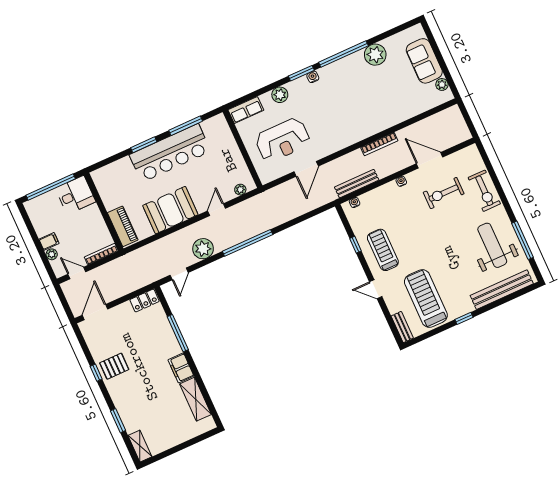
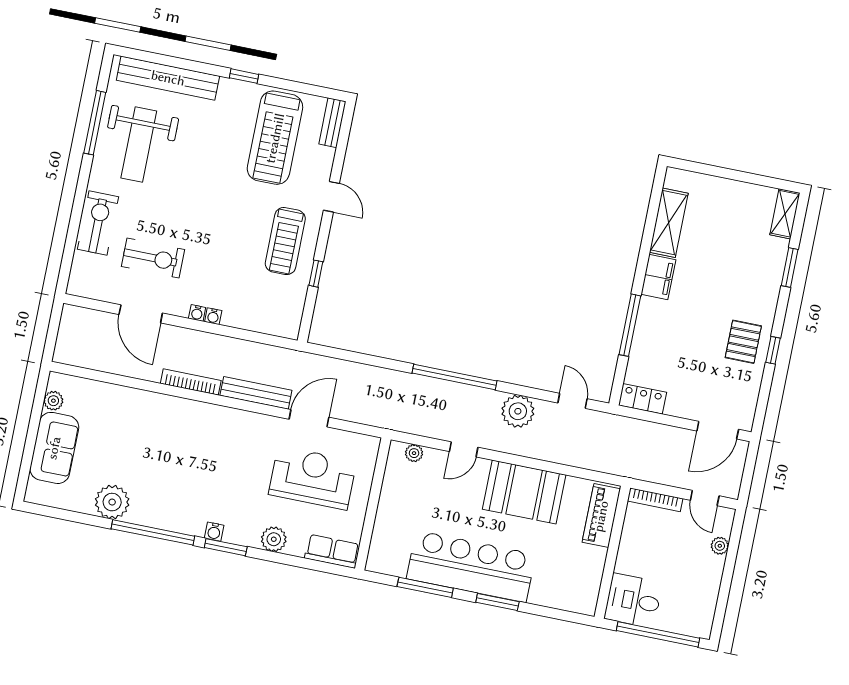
bench: (357, 184) -> (256, 393), moved
water cooler: (355, 202) -> (213, 316), moved
filing cabinet: (49, 241) -> (711, 565), removed
door: (179, 274) -> (573, 401), hinge flipped
pallet: (114, 366) -> (743, 342), turned 90

